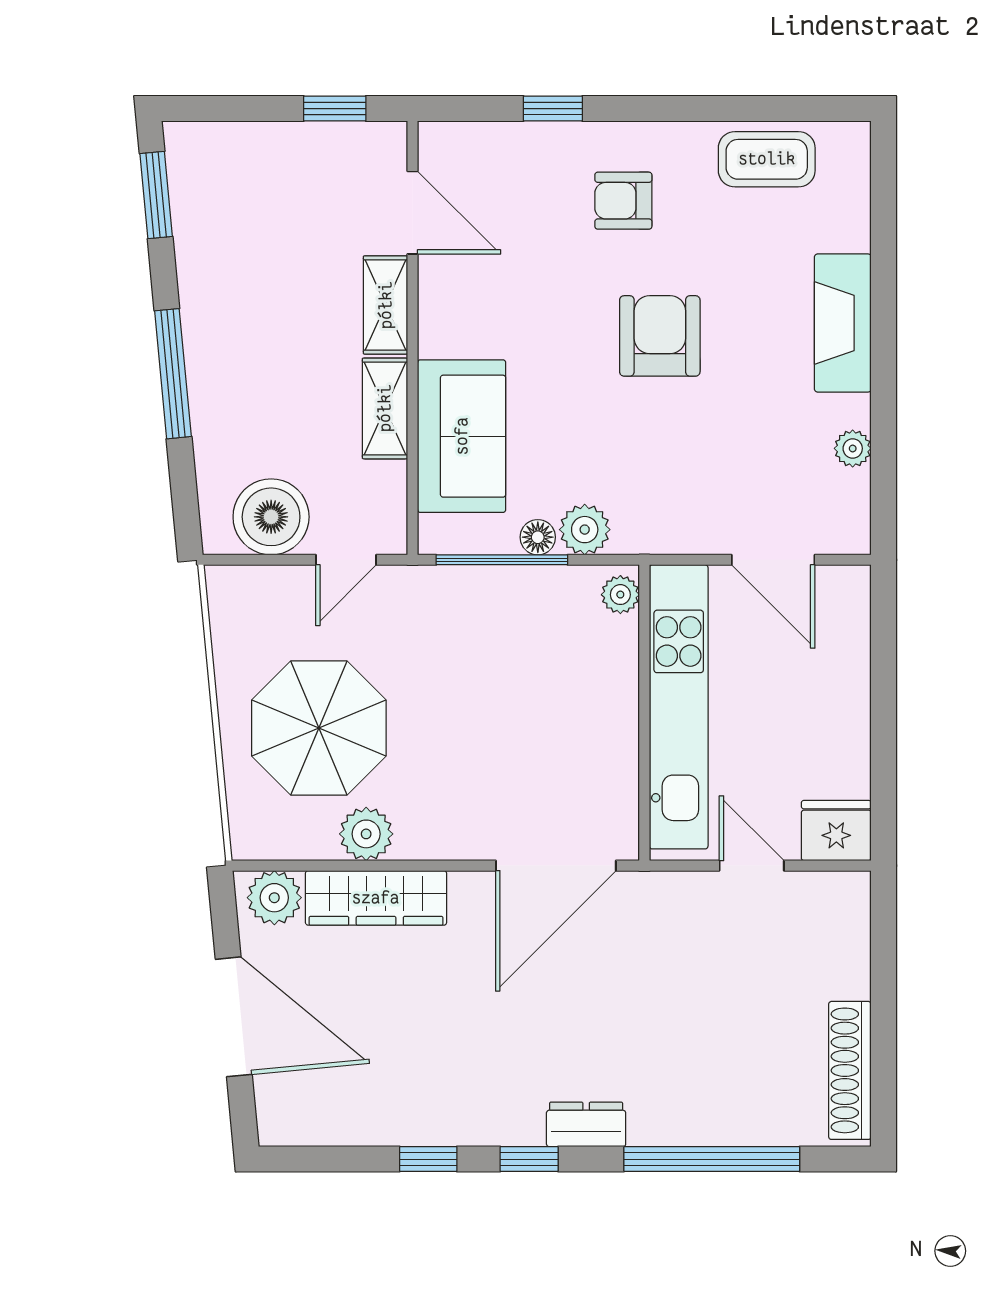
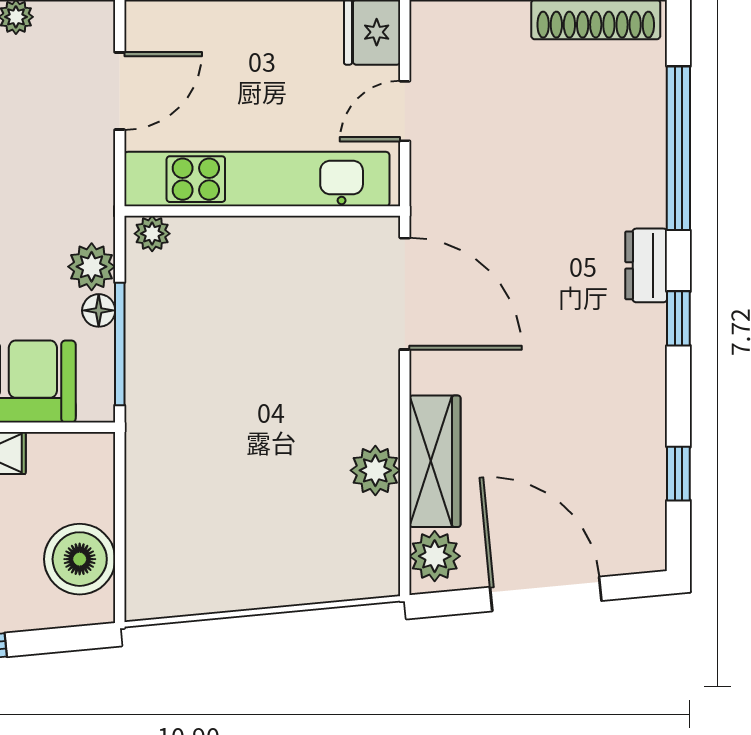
door: (346, 560) -> (120, 489), removed
parasol: (319, 728) -> (277, 515), removed
door: (234, 1017) -> (546, 594), hinge flipped
window: (428, 1159) -> (678, 474), moved

